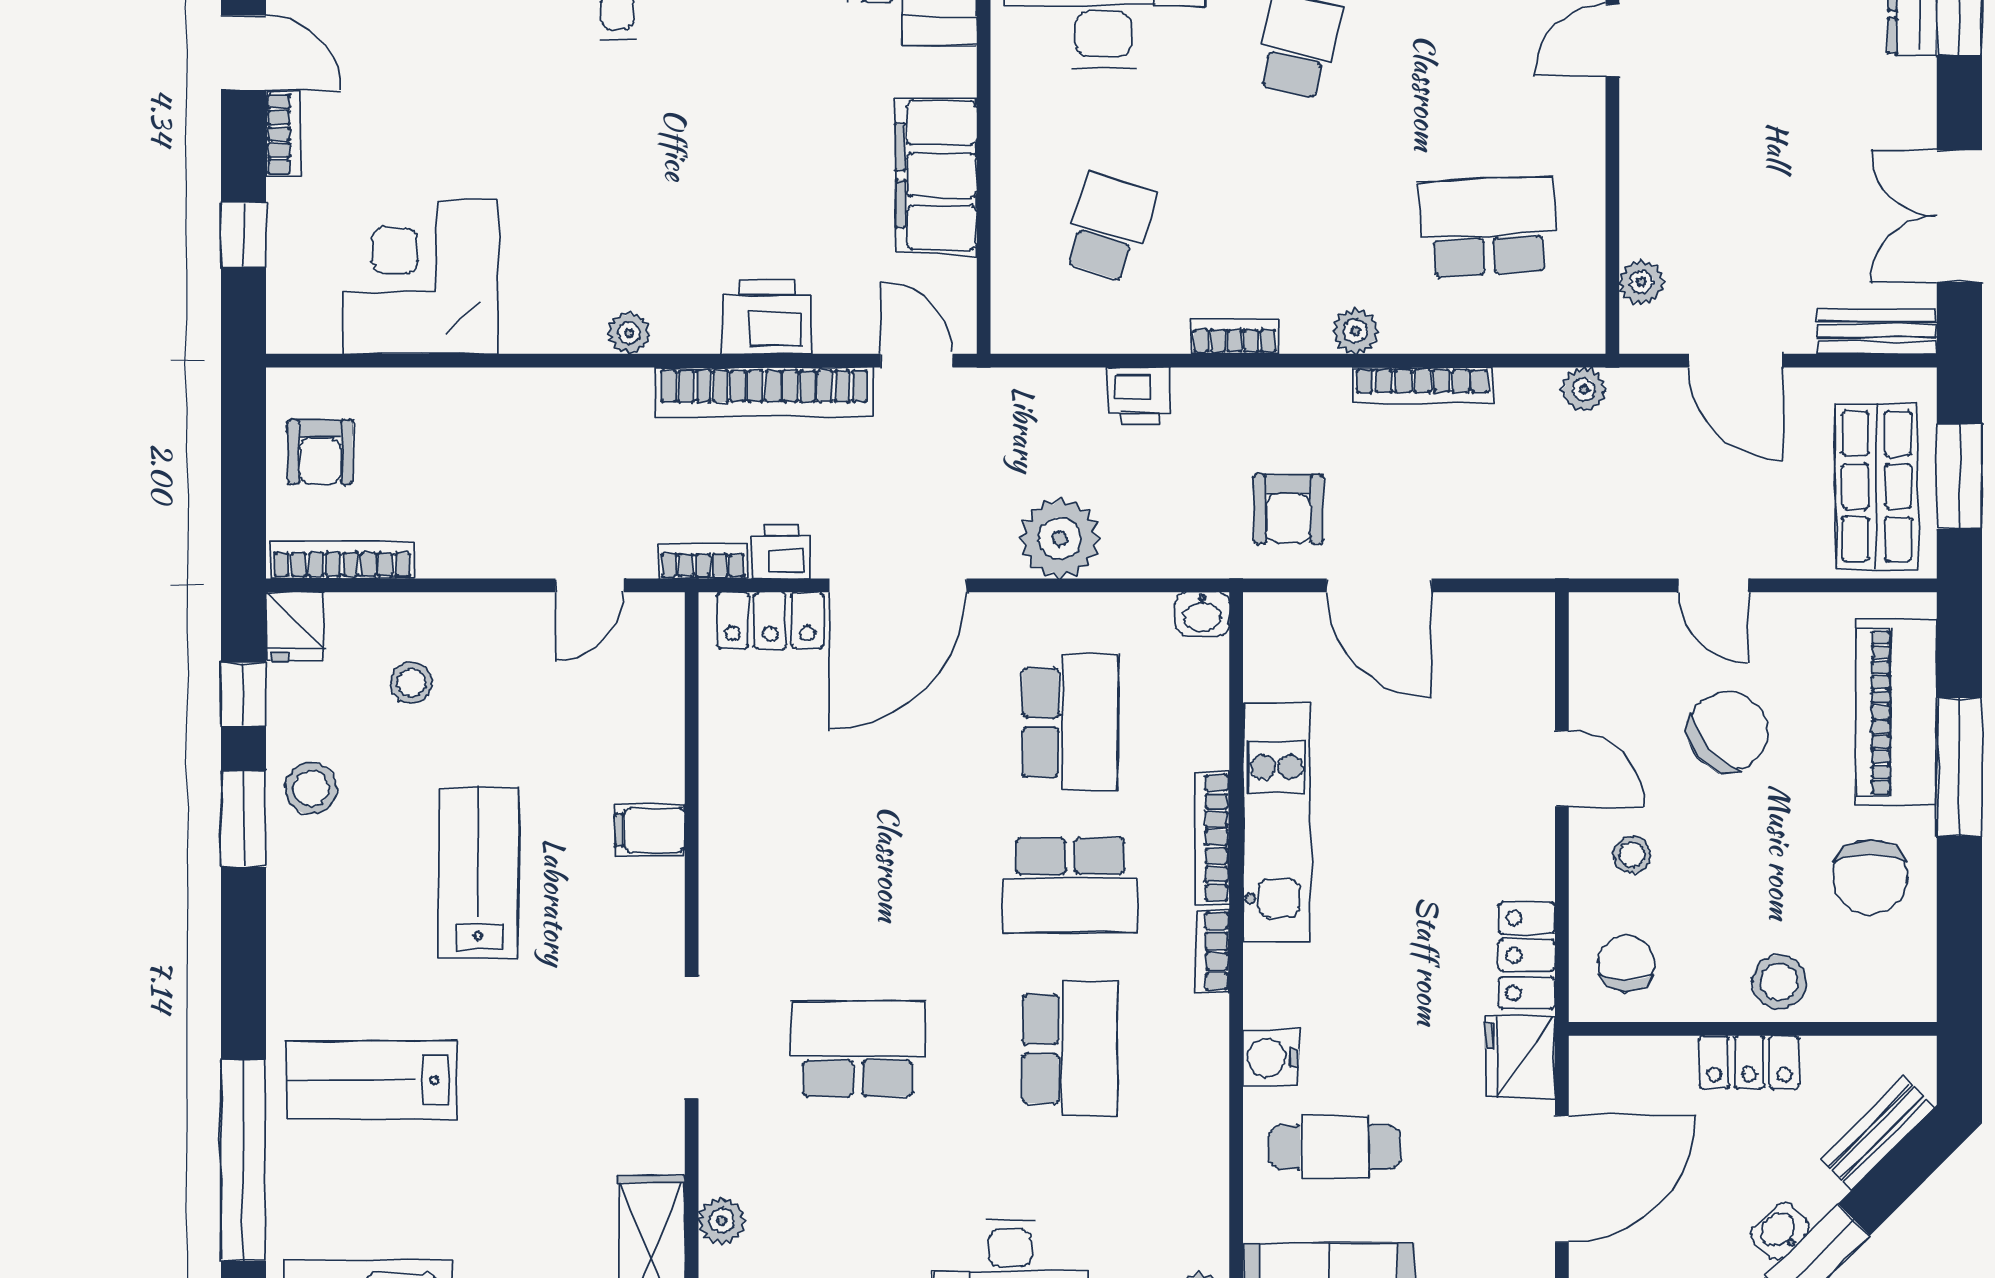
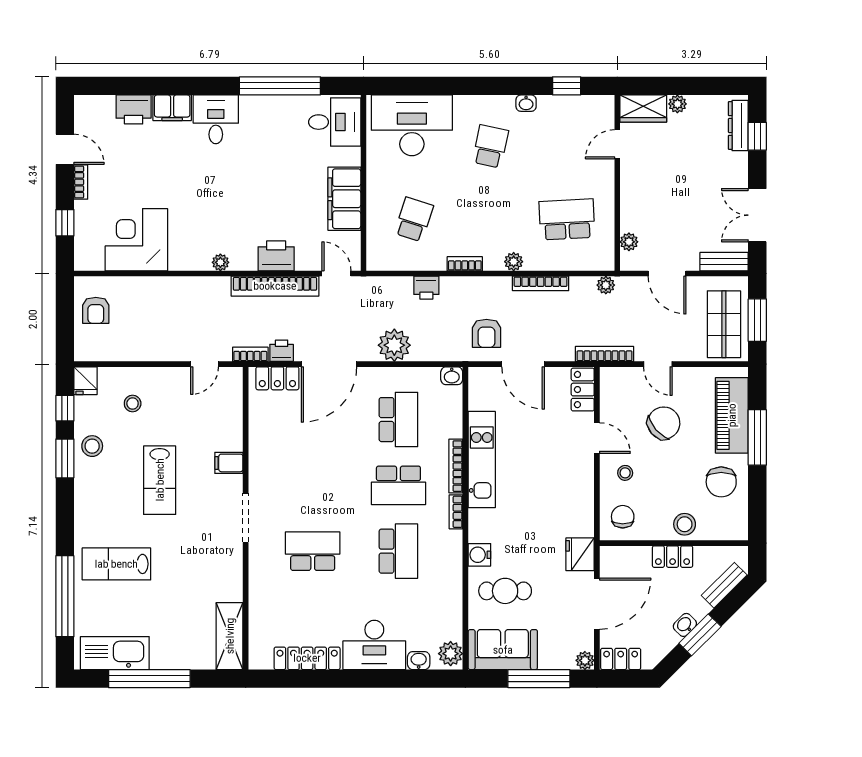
bookcase: (342, 560) -> (605, 354), moved
lab bench: (478, 873) -> (160, 480), turned 180
locker: (1527, 955) -> (583, 390), moved
doorway: (692, 1038) -> (246, 518), moved
plant: (722, 1221) -> (258, 621), removed

